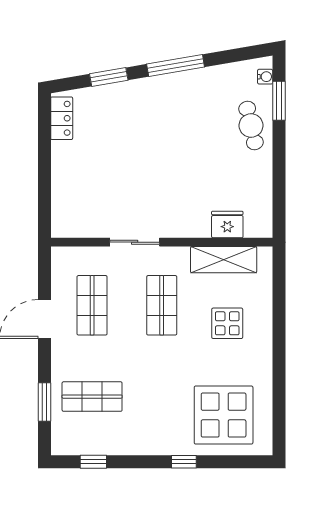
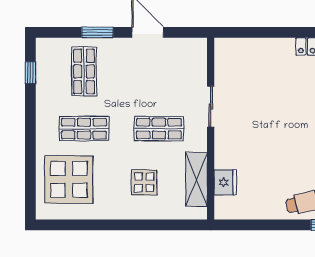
shop shelf: (92, 305) -> (84, 129), moved
window: (44, 402) -> (97, 32), moved
window: (184, 462) -> (30, 147), removed

